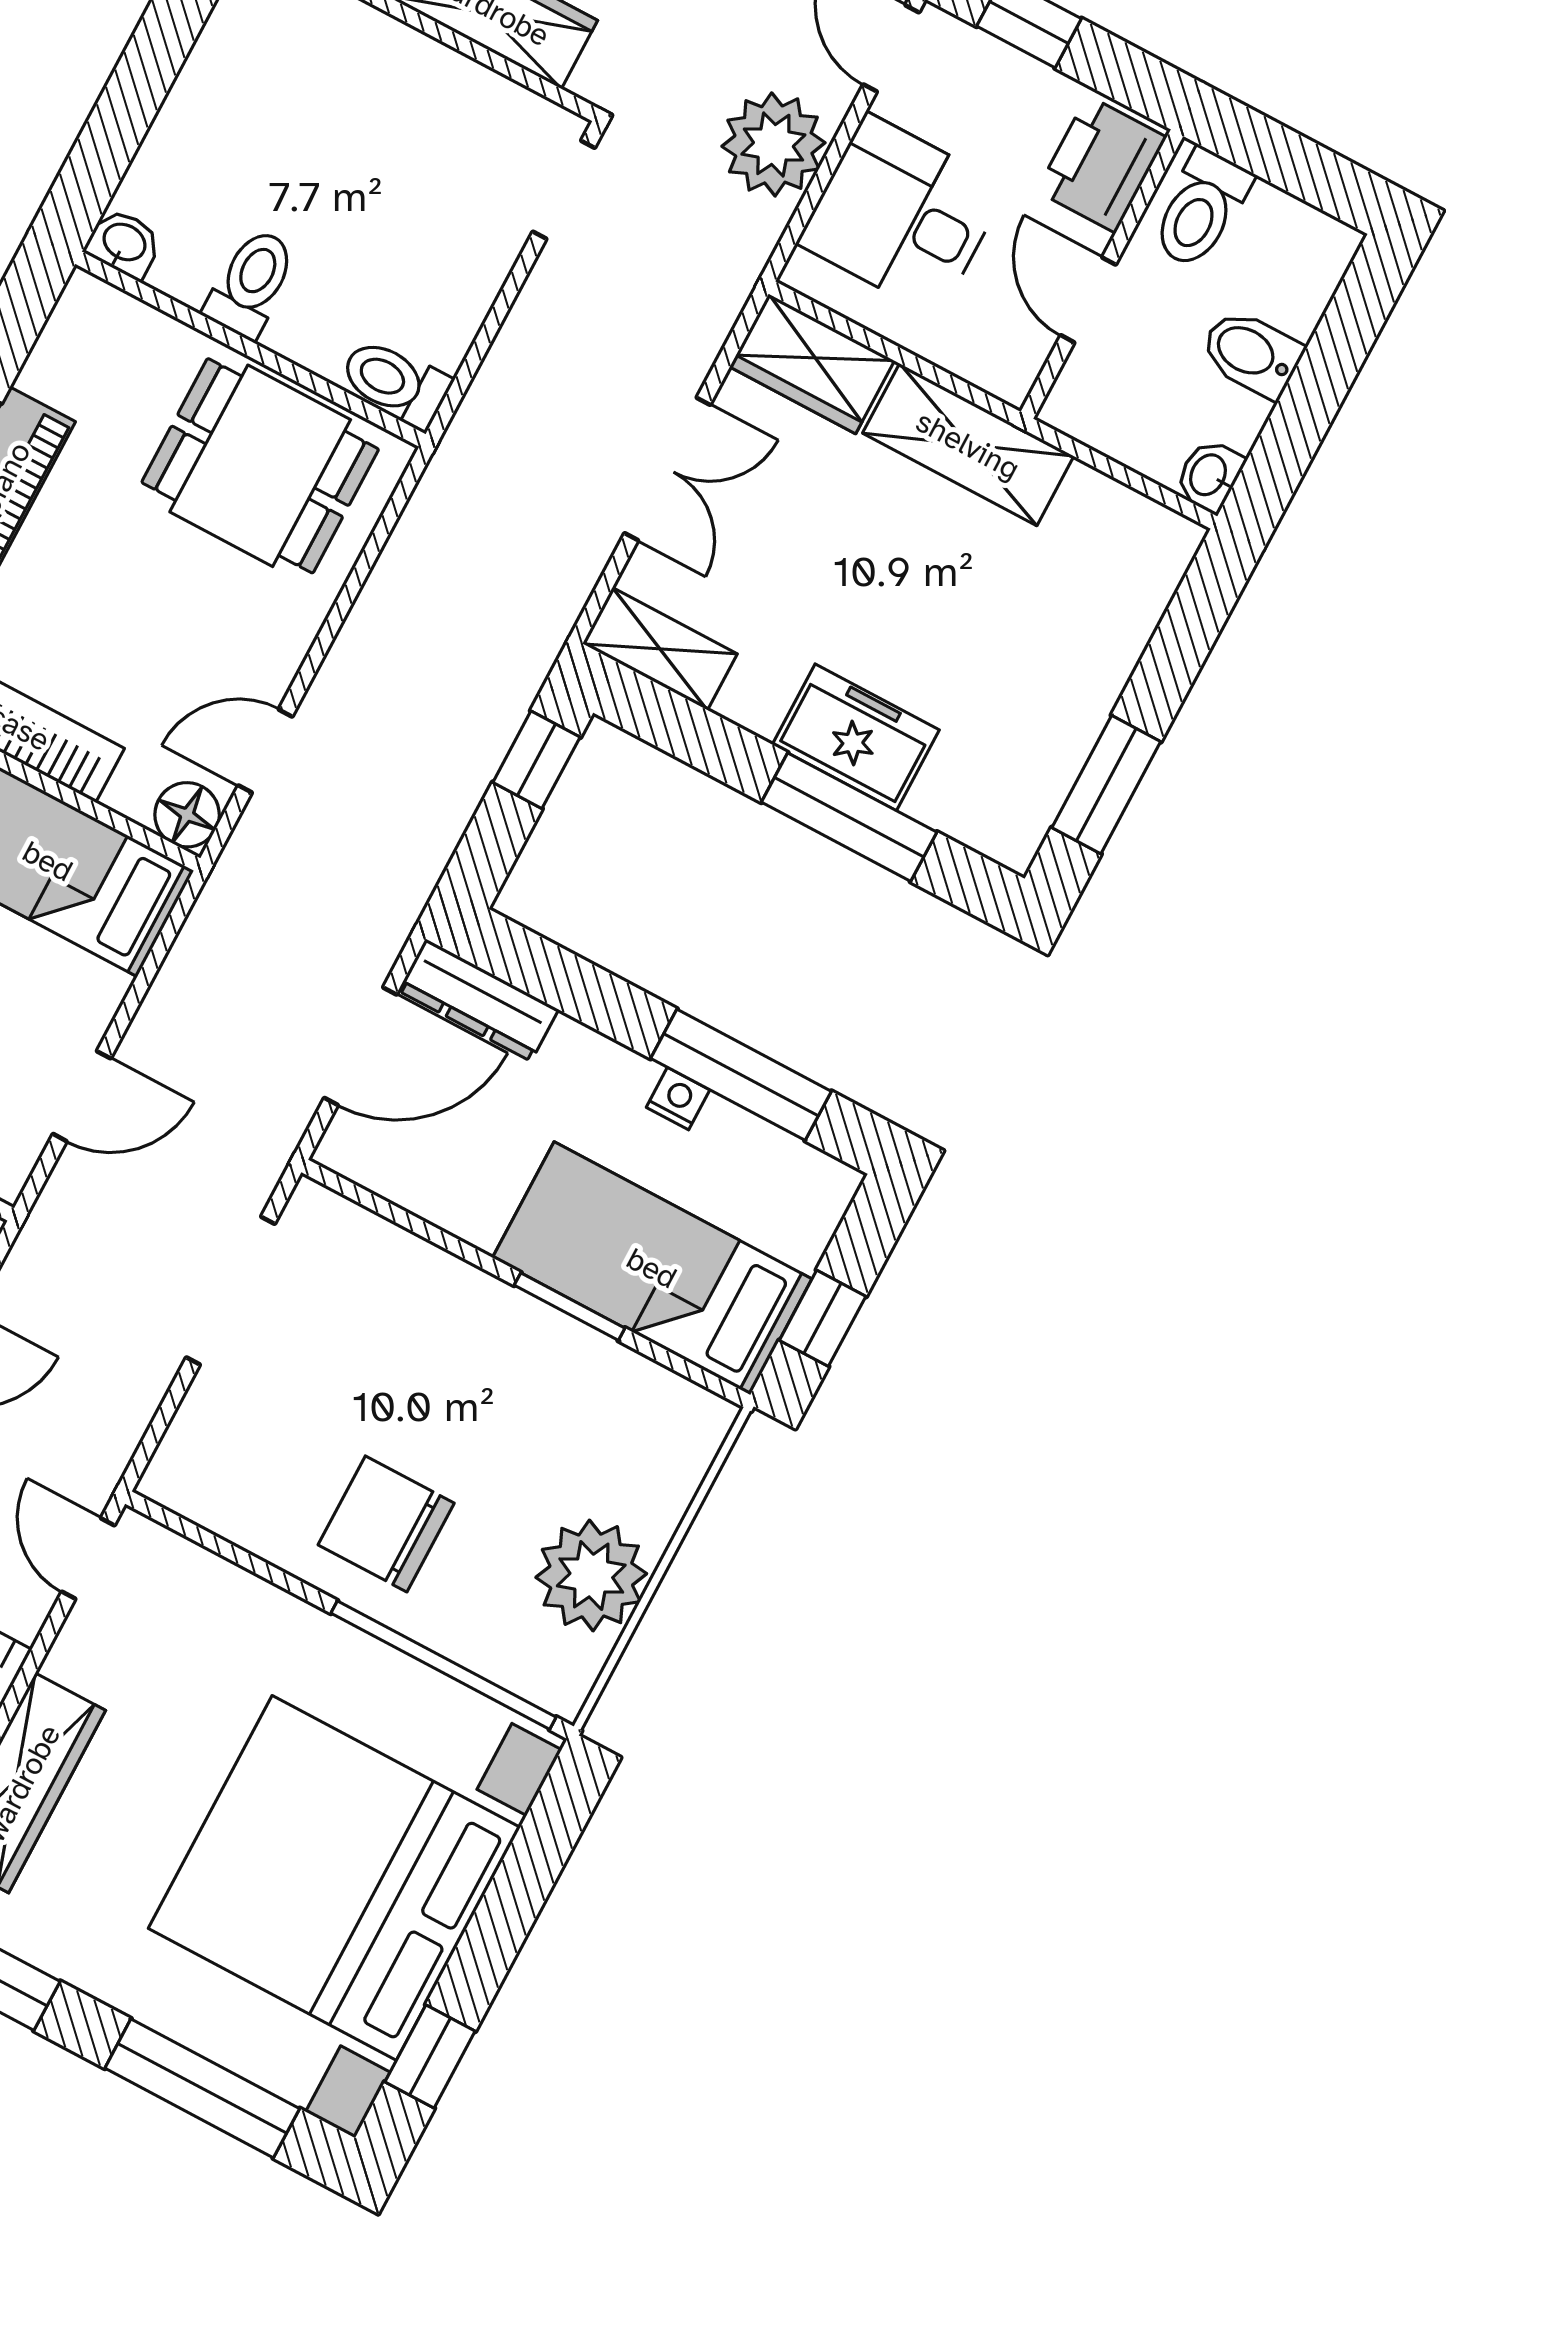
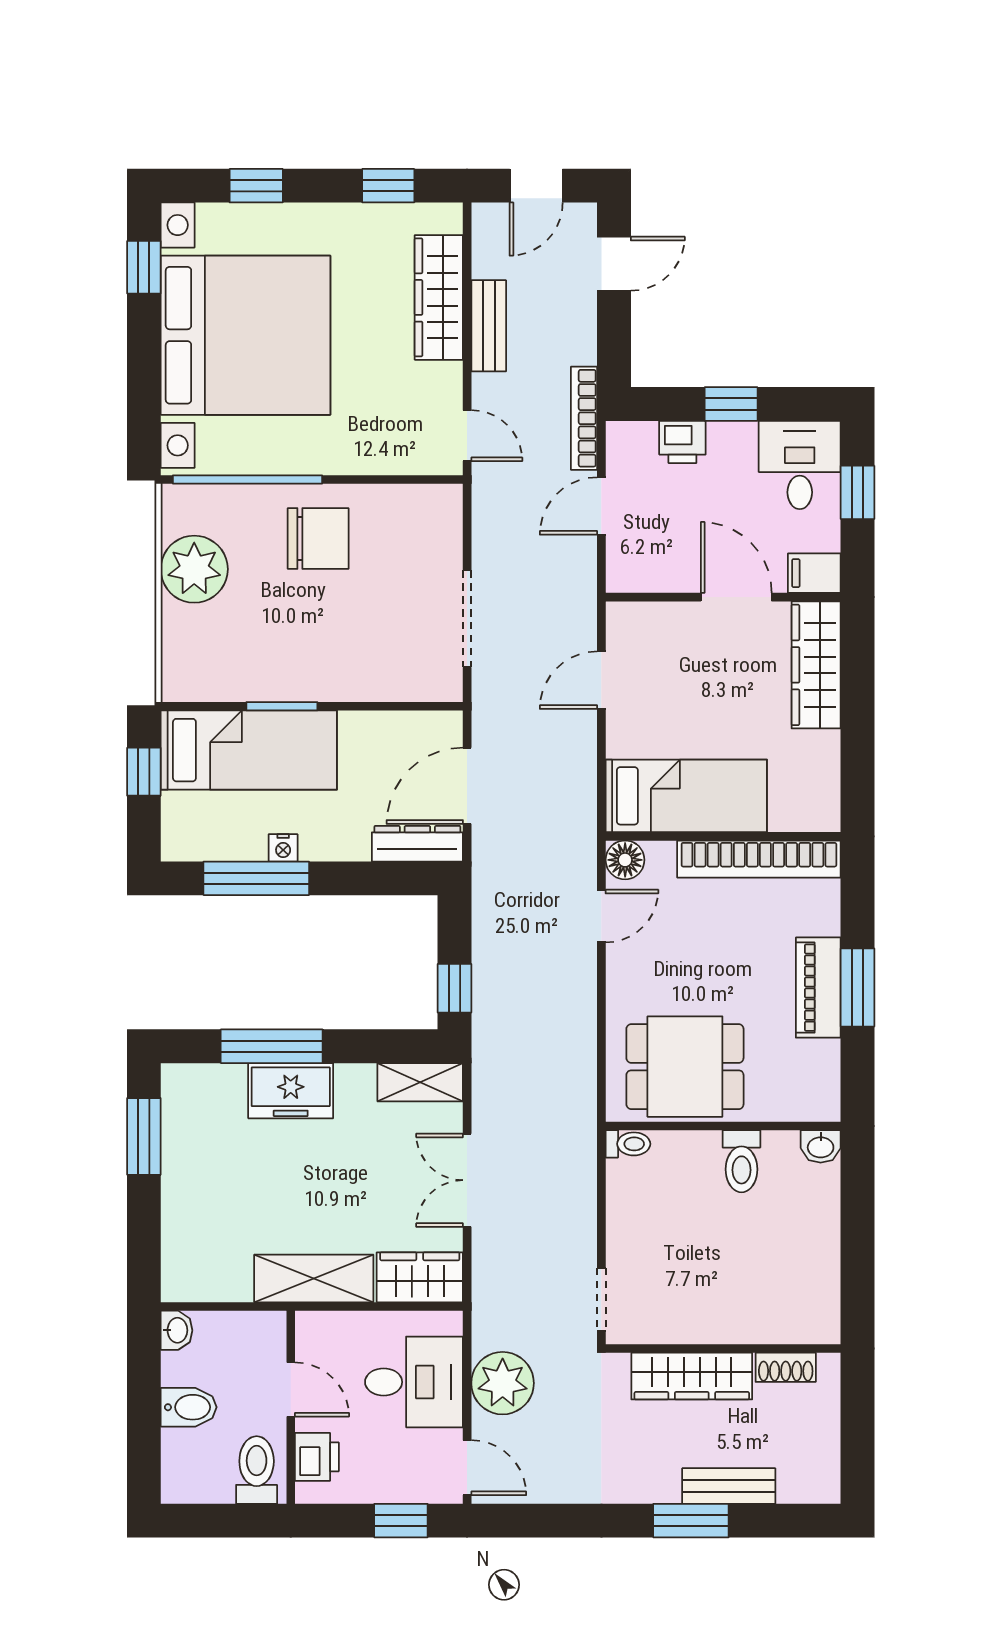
printer: (1102, 164) -> (317, 1457), width x0.73, depth x0.81
toilet: (395, 383) -> (628, 1144), width x0.73, depth x0.72
window: (202, 2088) -> (256, 186), width x0.46

